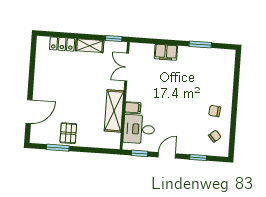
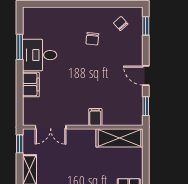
shelving: (114, 111) -> (119, 138), moved
chair: (215, 111) -> (92, 39), moved
desk: (139, 129) -> (40, 55), moved, turned 90
window: (198, 157) -> (146, 26), moved

